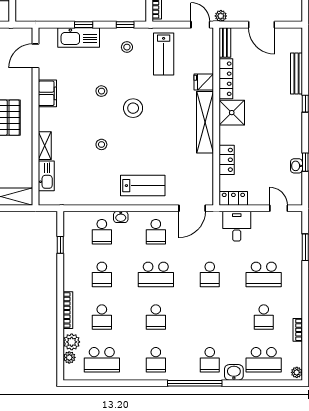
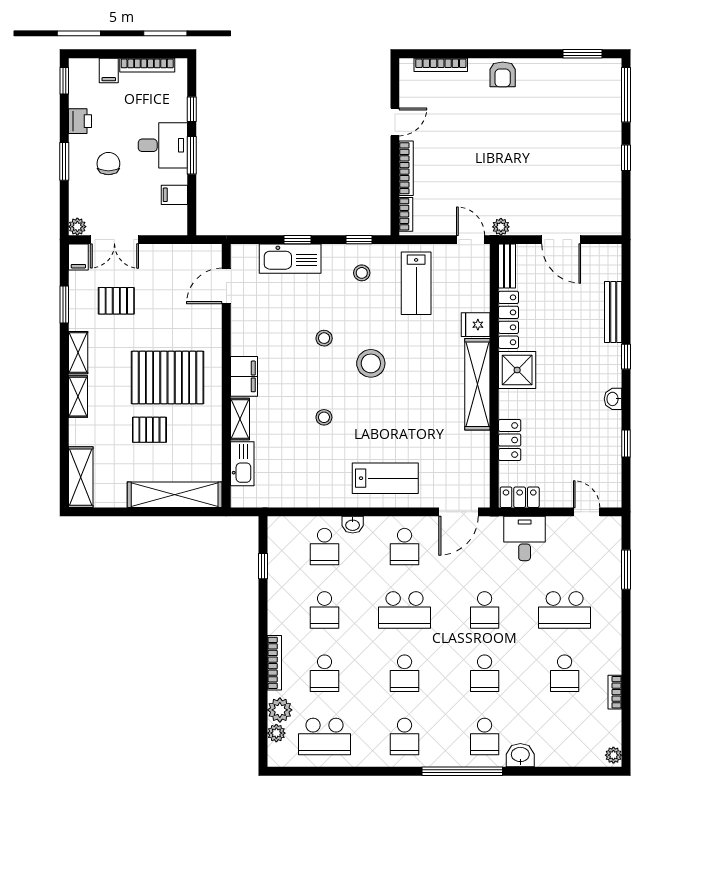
filing cabinet: (47, 93) -> (244, 376), moved
washbasin: (296, 166) -> (613, 399), moved
school desk: (264, 360) -> (485, 673), moved, width x0.54

